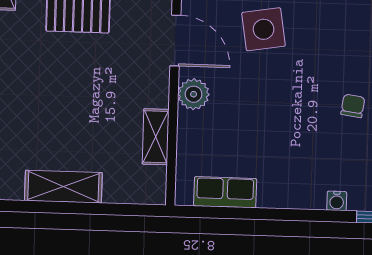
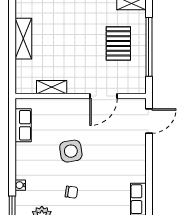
side table: (264, 29) -> (71, 151), moved
plant: (194, 94) -> (75, 107), removed

